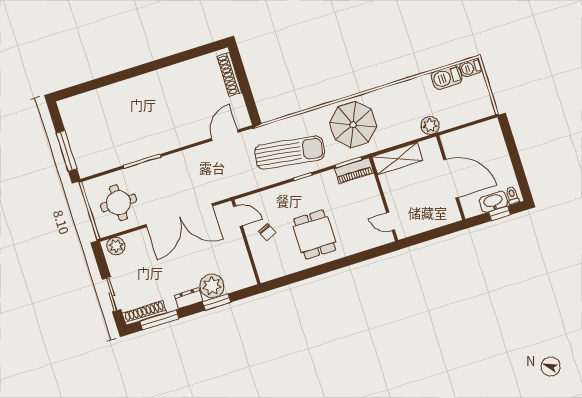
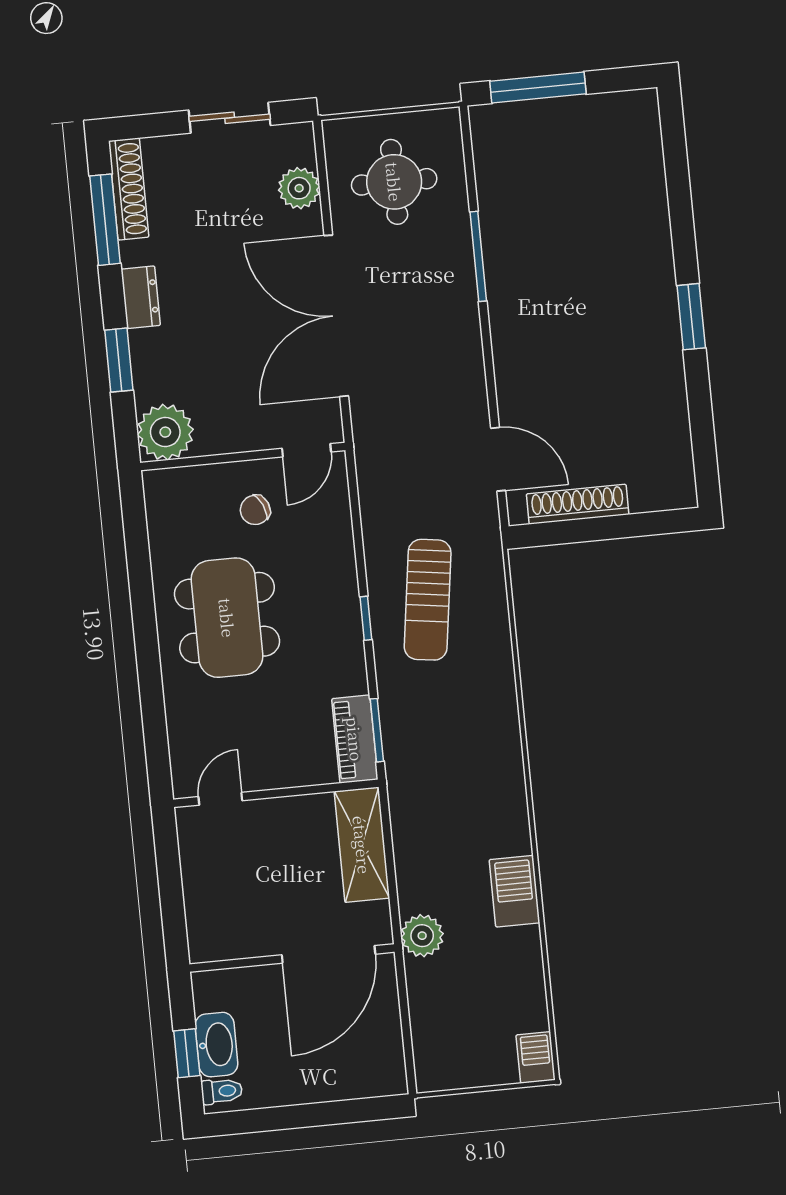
window: (149, 67) -> (691, 317), added
shoe rack: (229, 75) -> (578, 504), moved
barbecue: (447, 77) -> (515, 891), moved
parasol: (353, 125) -> (461, 759), removed
sun lounger: (290, 152) -> (428, 600), width x0.73, depth x0.75
door: (451, 179) -> (328, 954), moved
dining table: (315, 234) -> (227, 618), width x1.38
plant: (116, 246) -> (299, 188), moved
plant: (212, 286) -> (165, 432), moved
sliding door: (112, 294) -> (230, 118), moved

